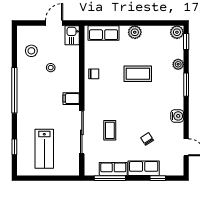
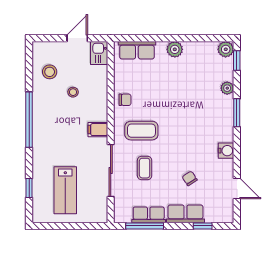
coffee table: (138, 74) -> (141, 131), moved

